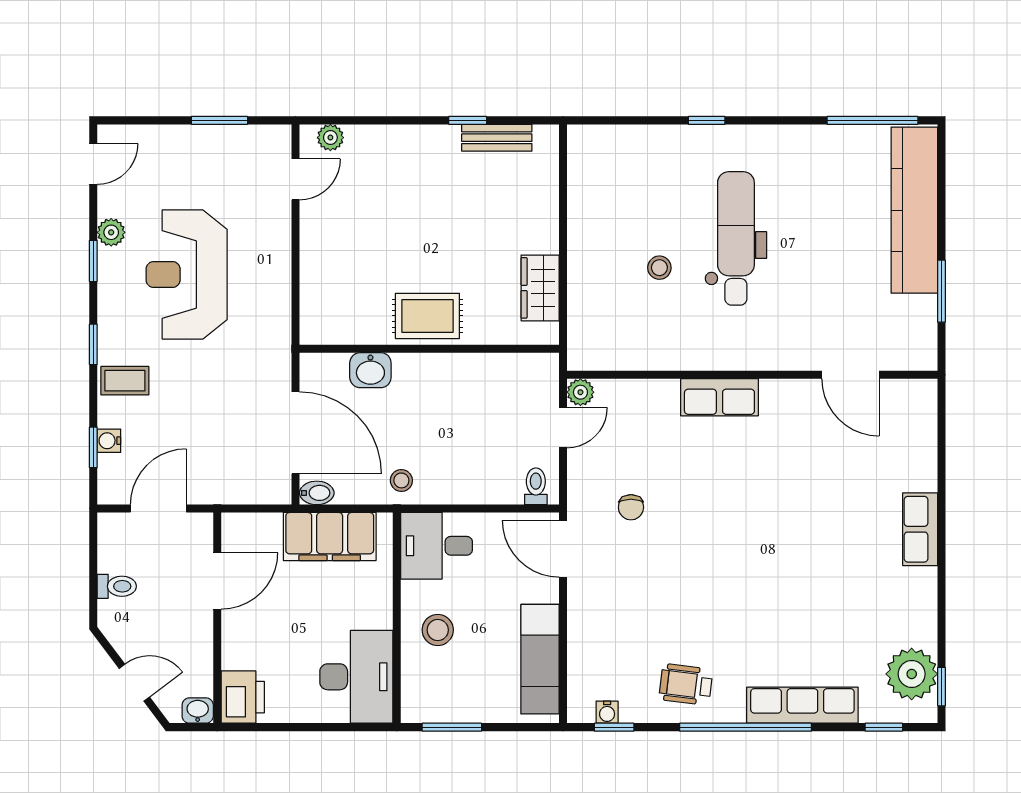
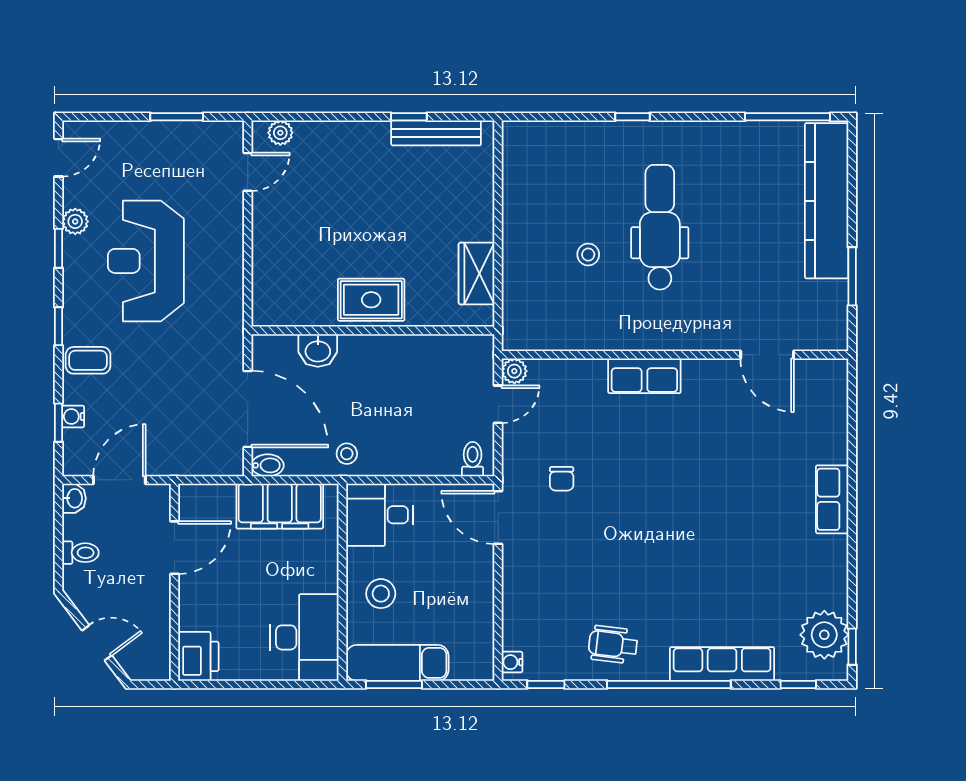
bench: (497, 138) -> (436, 133), width x1.36
exam couch: (540, 659) -> (397, 663), moved, turned 90
washbasin: (198, 711) -> (74, 498), moved, turned 90
water cooler: (607, 712) -> (512, 662), moved, turned 90

